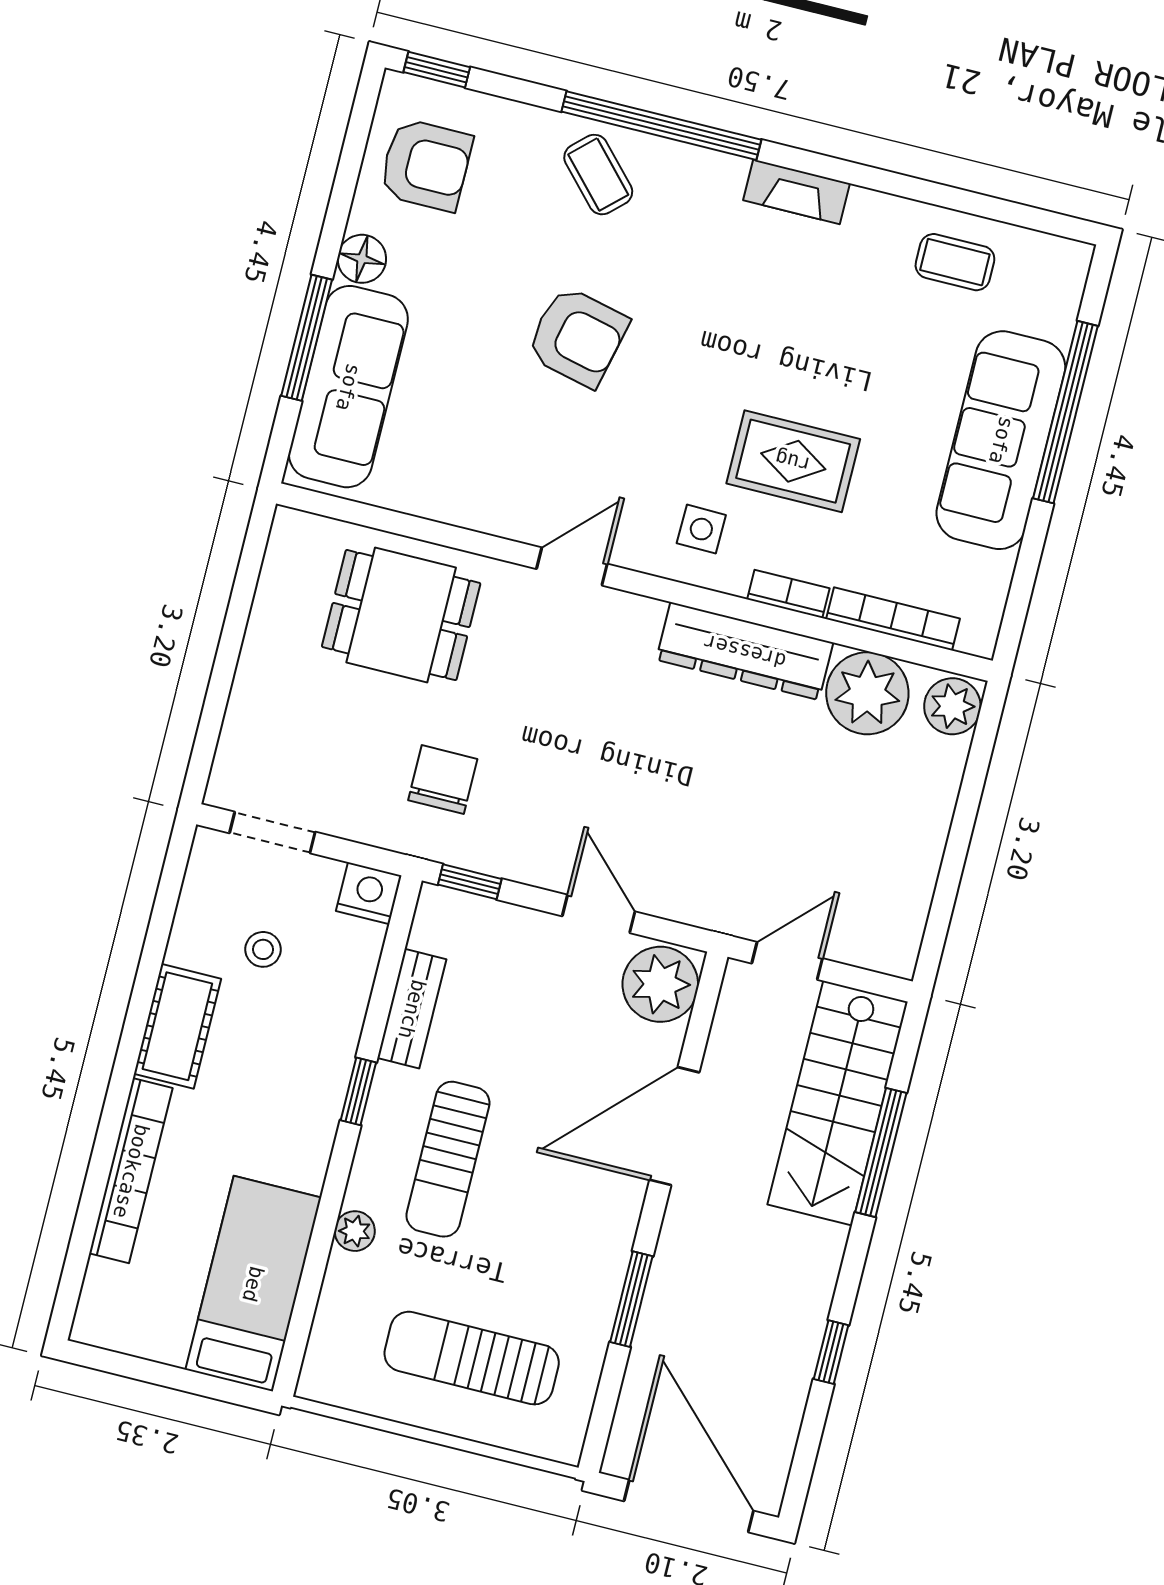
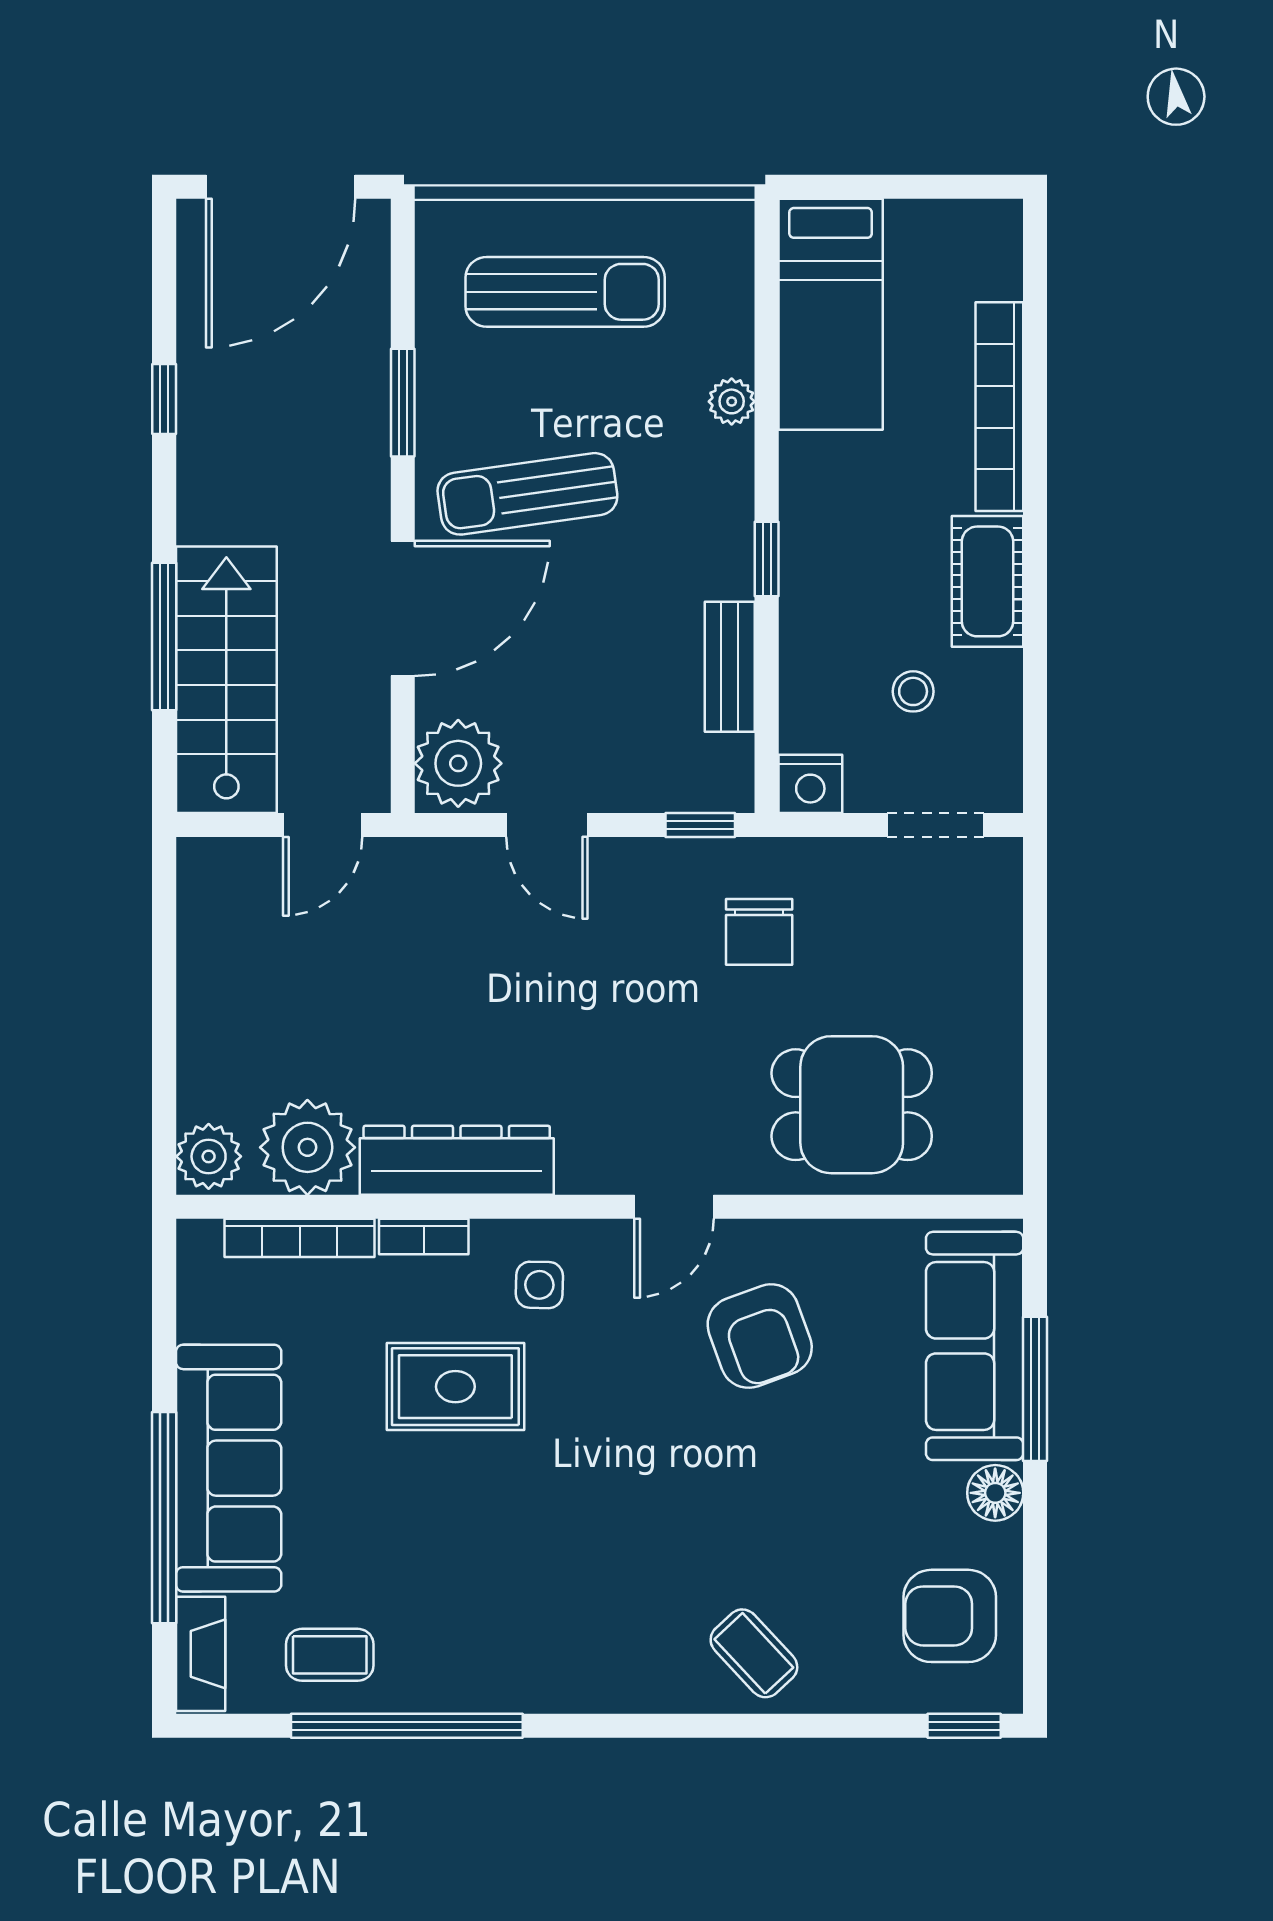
window: (661, 126) -> (407, 1726), moved
fireplace: (797, 192) -> (201, 1654), moved, turned 90
armchair: (577, 337) -> (760, 1336), moved, turned -123
sun lounger: (448, 1159) -> (527, 494), moved, turned -98
door: (689, 1506) -> (281, 187), hinge flipped

